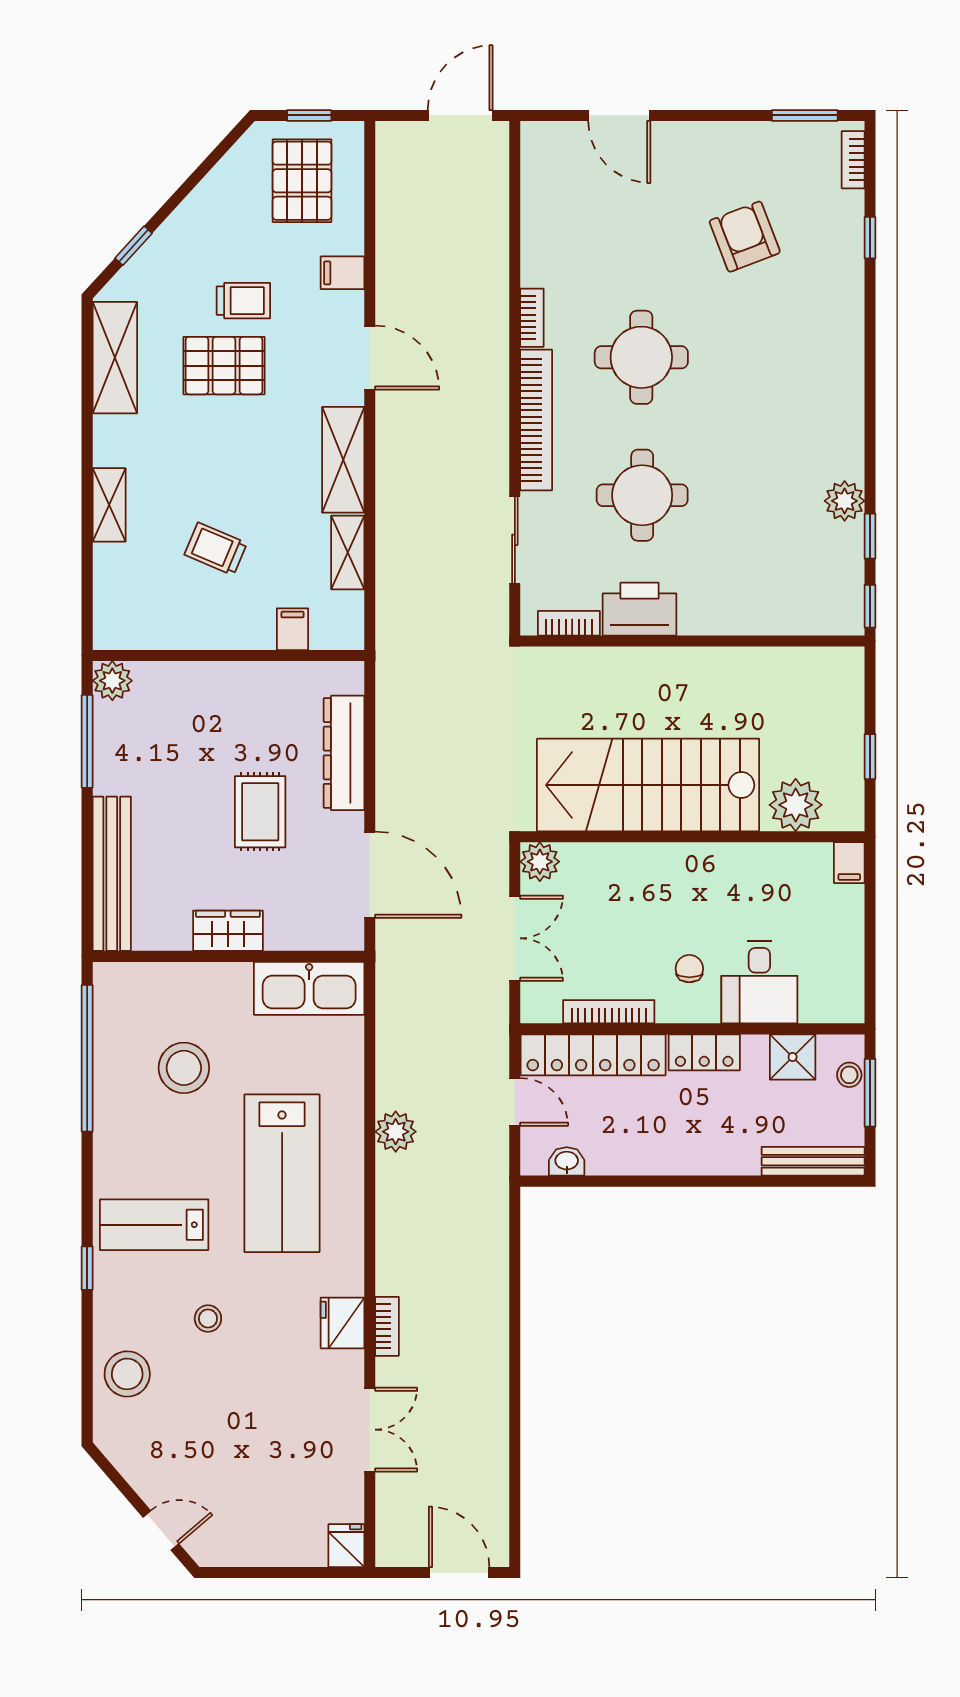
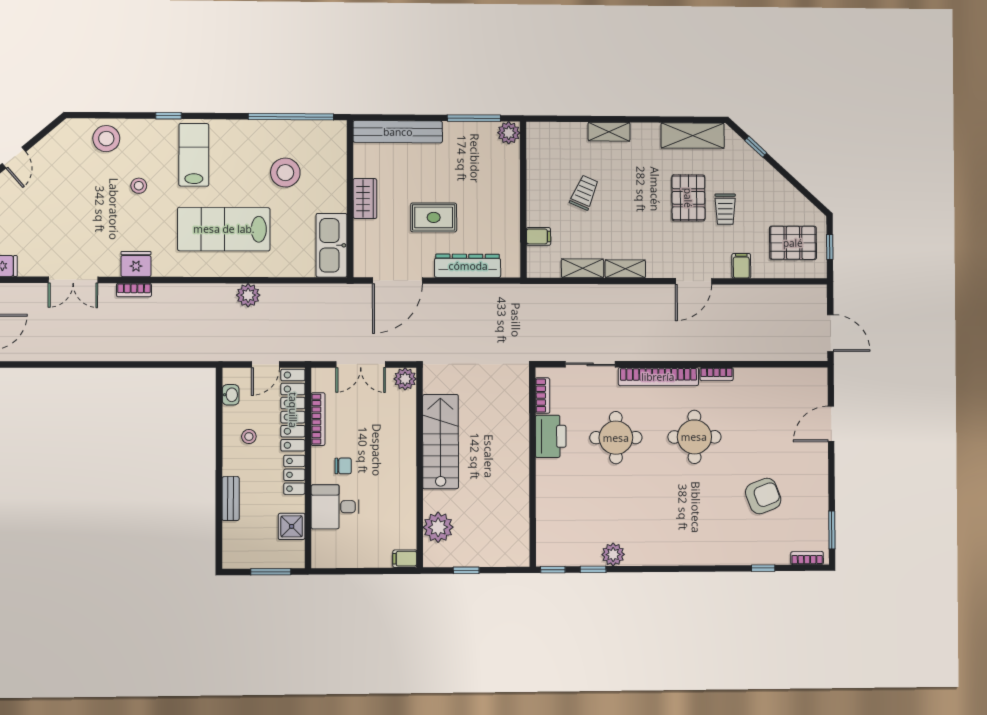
shelving: (343, 460) -> (625, 269), width x0.67, depth x0.75
stairs: (648, 785) -> (441, 442), width x0.73, depth x0.66
stool: (849, 1075) -> (249, 437), moved
bench: (813, 1161) -> (231, 499), moved, width x0.73

